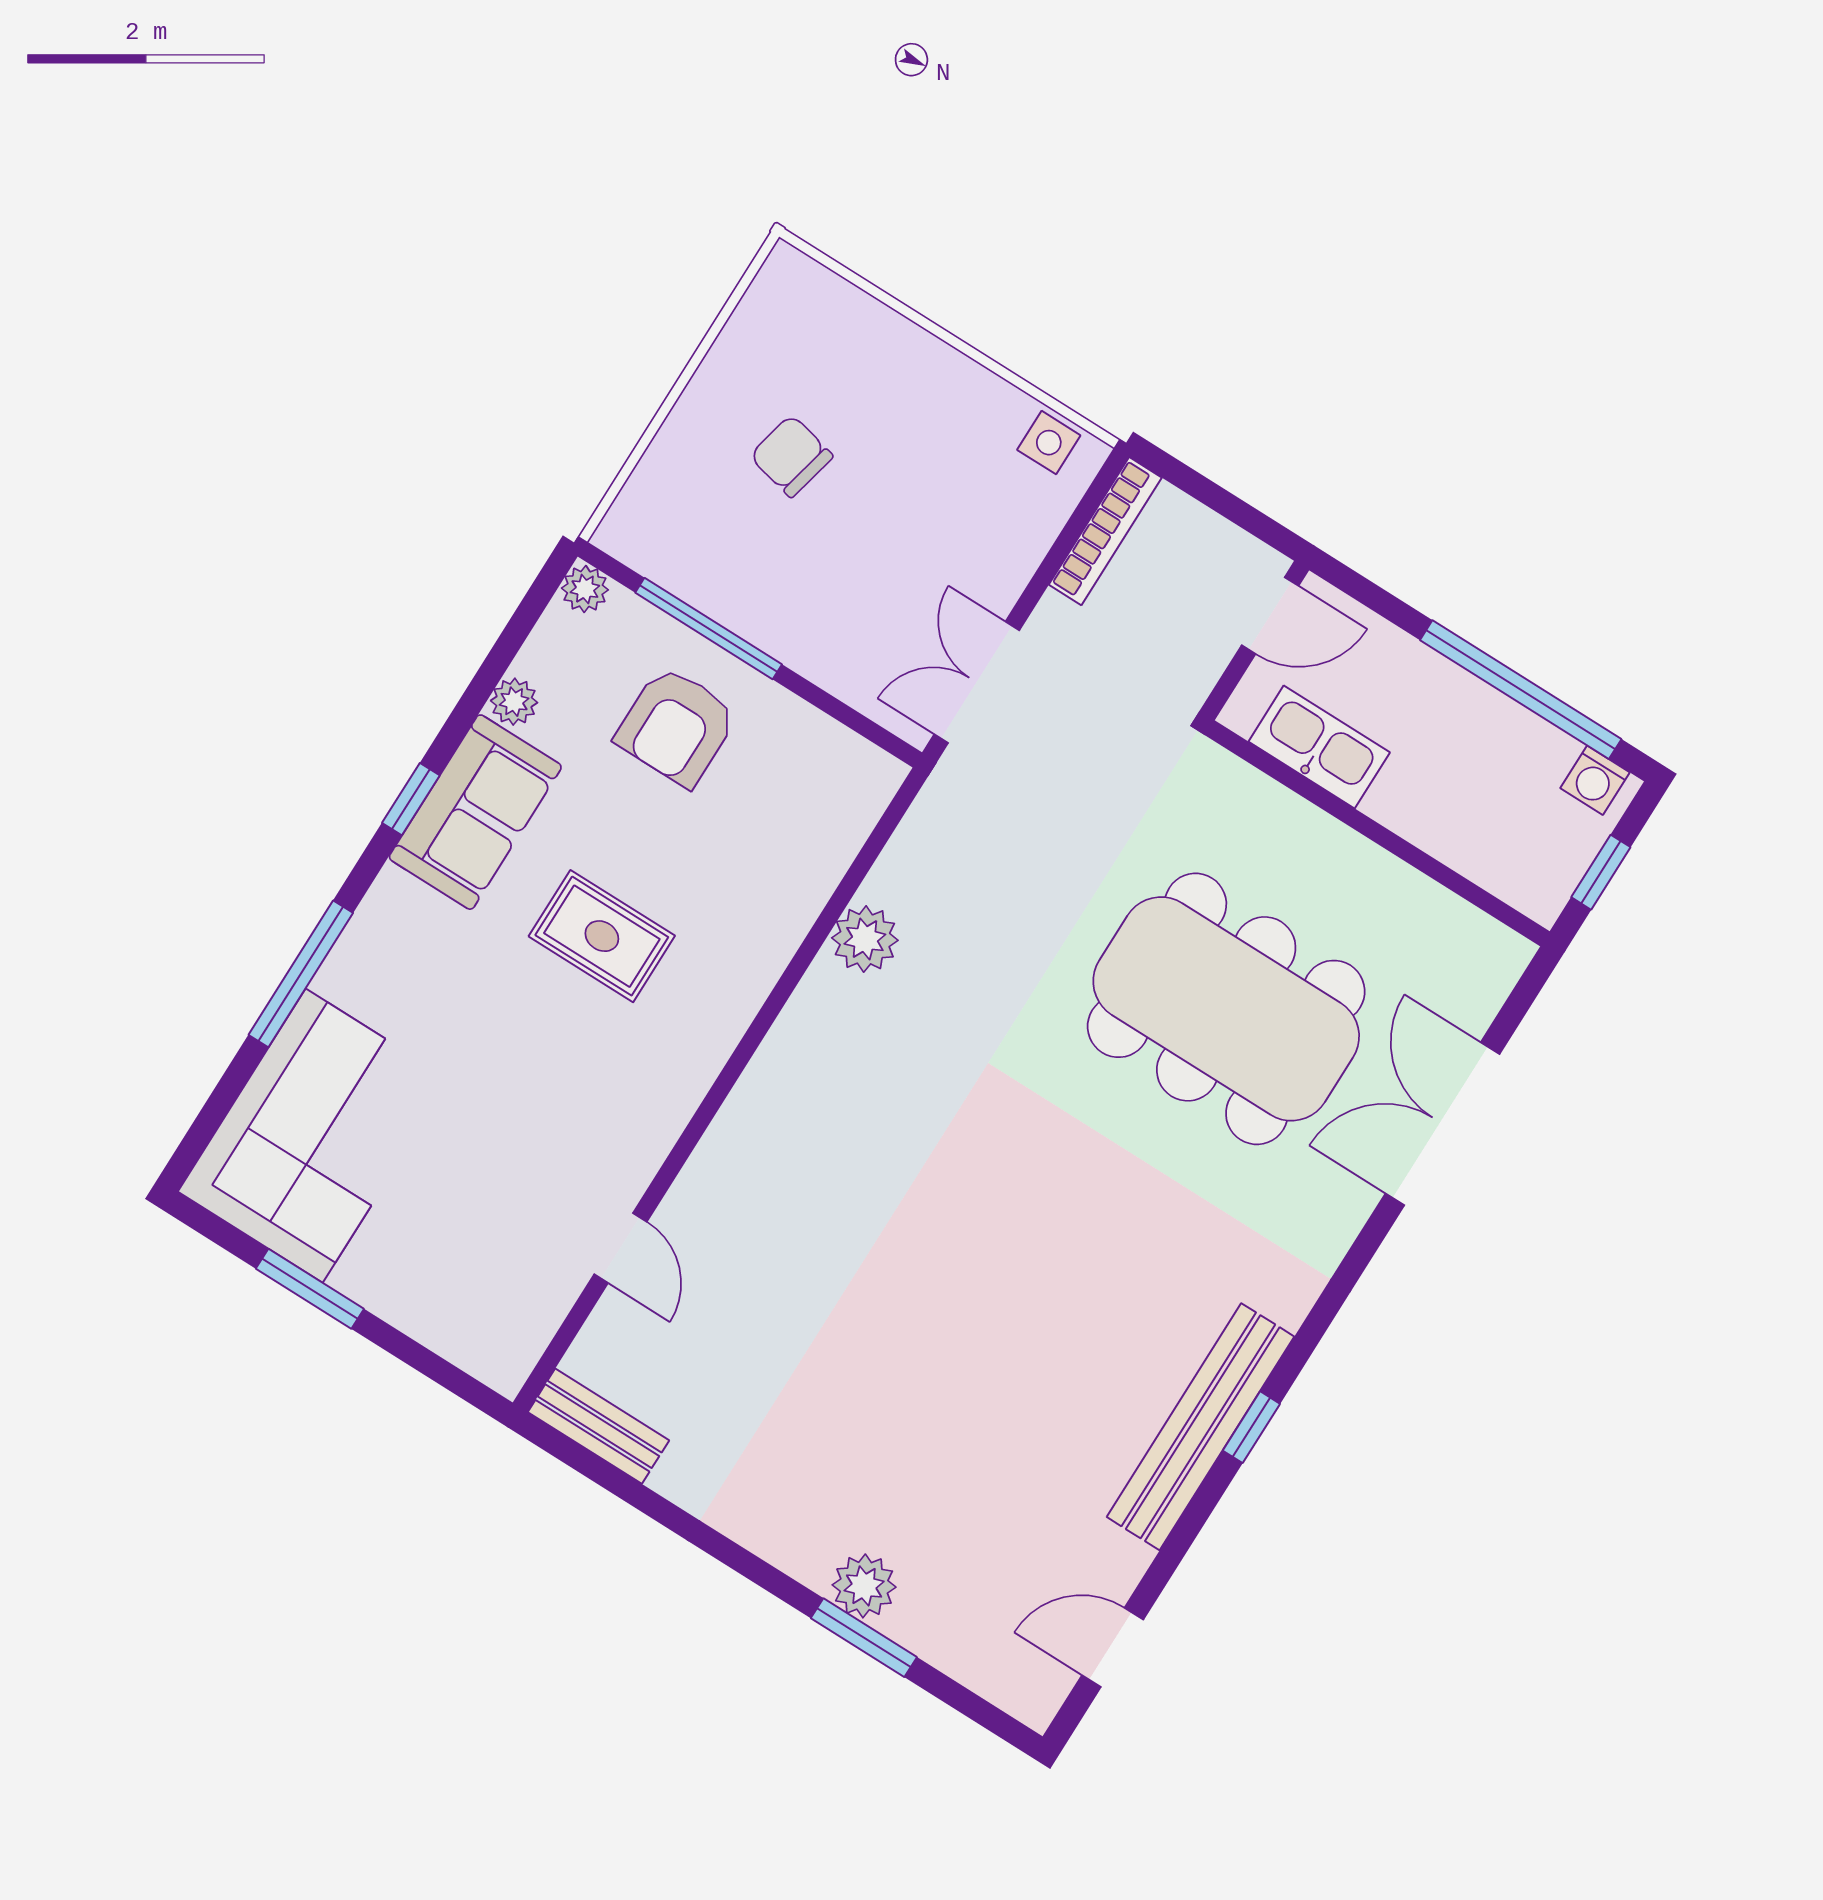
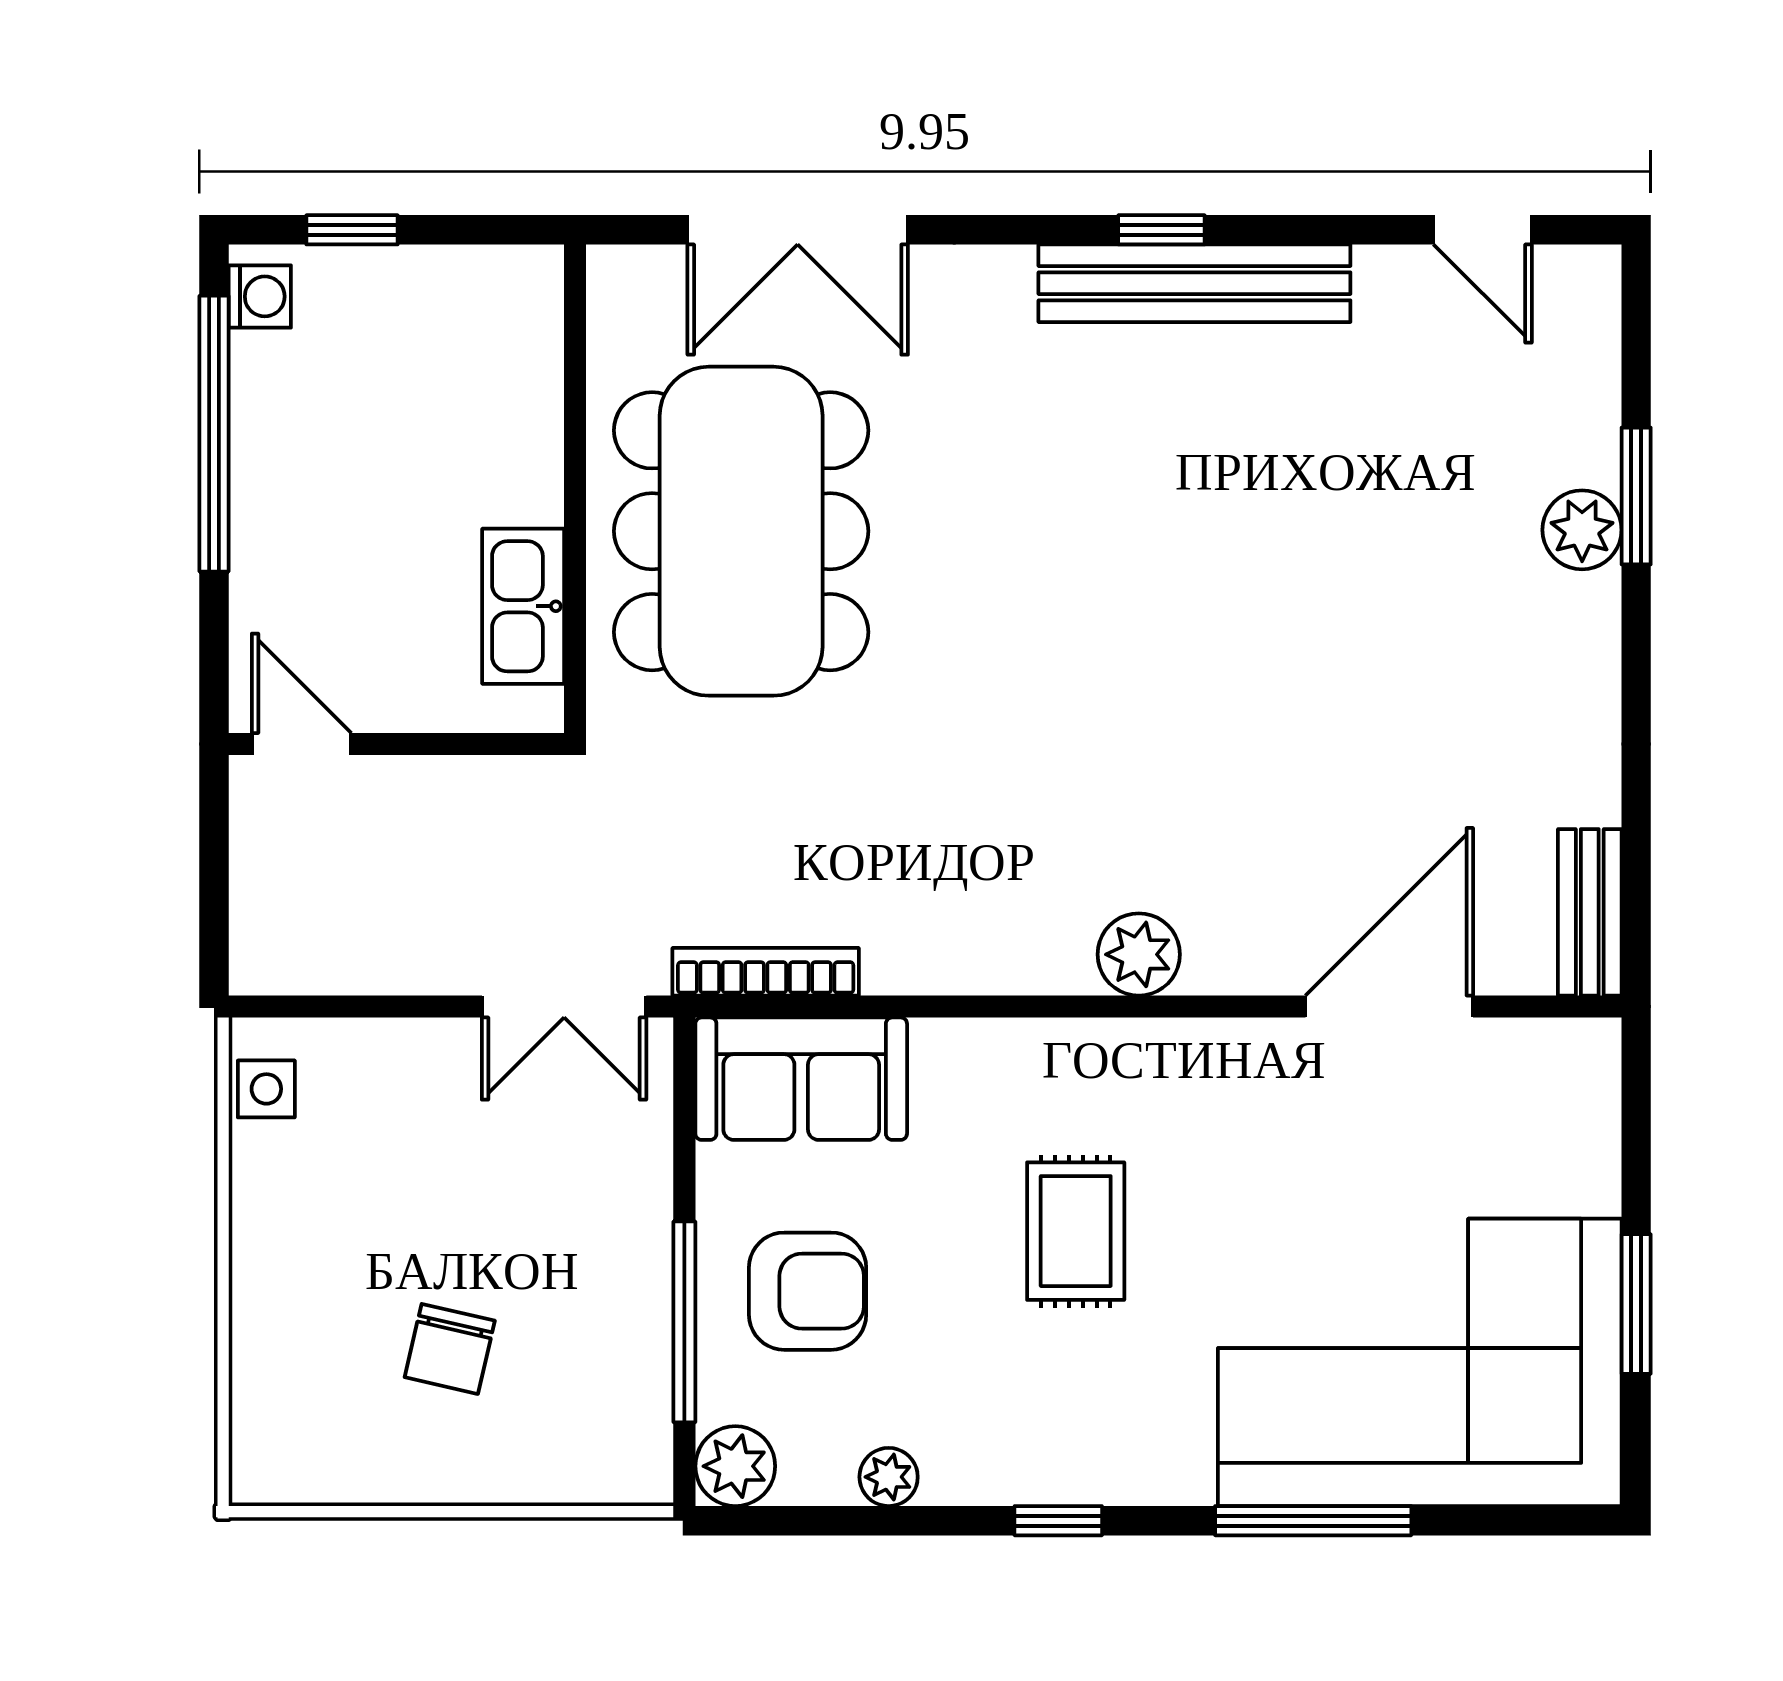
bookcase: (1105, 531) -> (766, 972), moved
plant: (585, 589) -> (735, 1466), width x1.38, depth x1.38
kitchen sink: (1319, 747) -> (523, 606), moved
sofa: (475, 812) -> (801, 1079), moved, turned 180
wall: (1377, 833) -> (575, 489), moved
plant: (865, 939) -> (1139, 954), moved
double door: (1442, 1124) -> (798, 230), moved
corner sofa: (314, 1136) -> (1420, 1362), width x1.36, depth x1.36
door: (620, 1248) -> (1389, 1007), width x1.88

